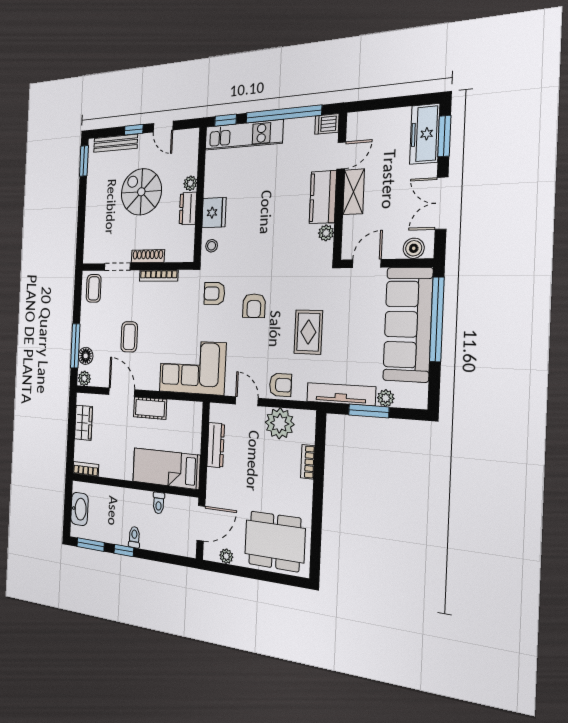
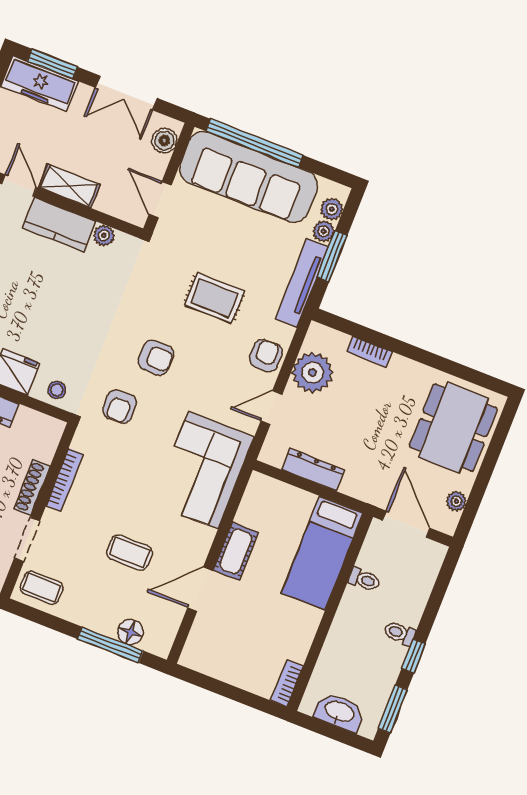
plant: (84, 378) -> (332, 209), moved
wardrobe: (83, 423) -> (222, 666), removed

